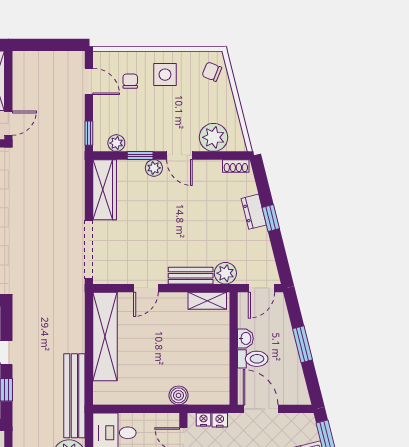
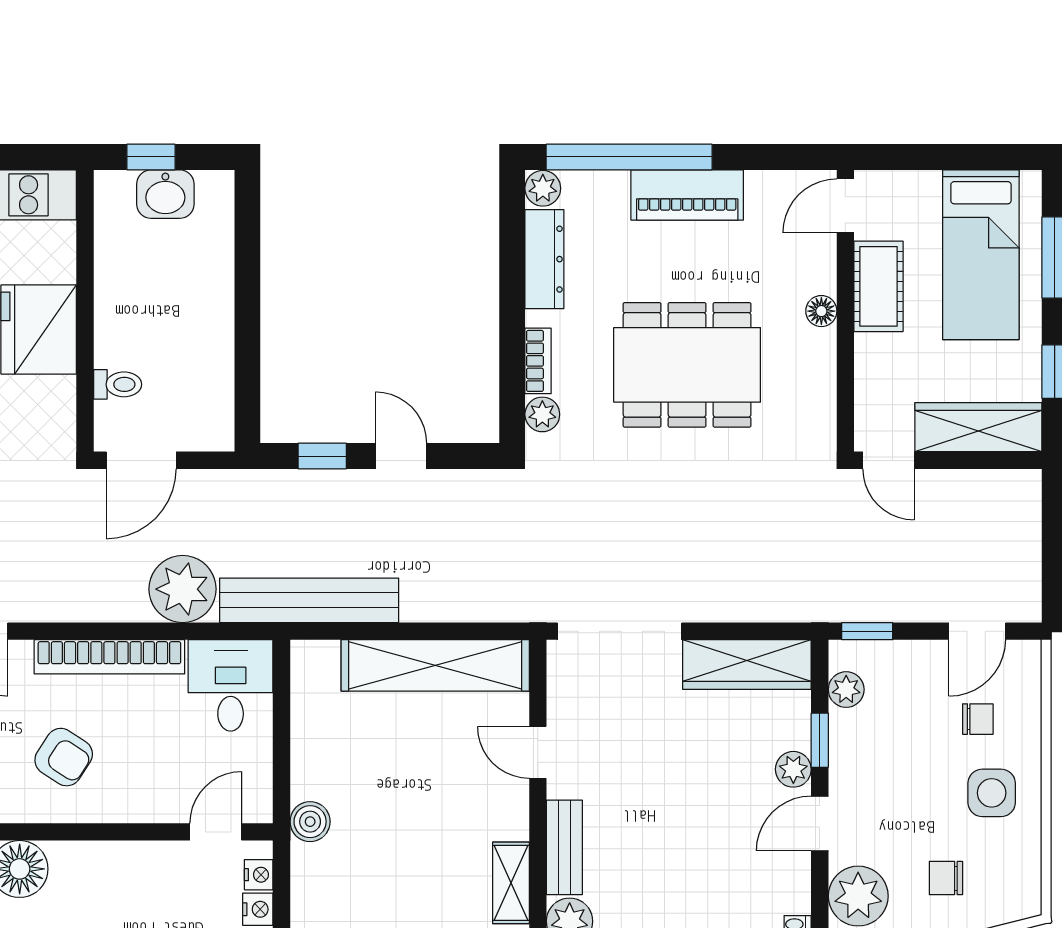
chair: (212, 72) -> (946, 878), moved, turned -112

